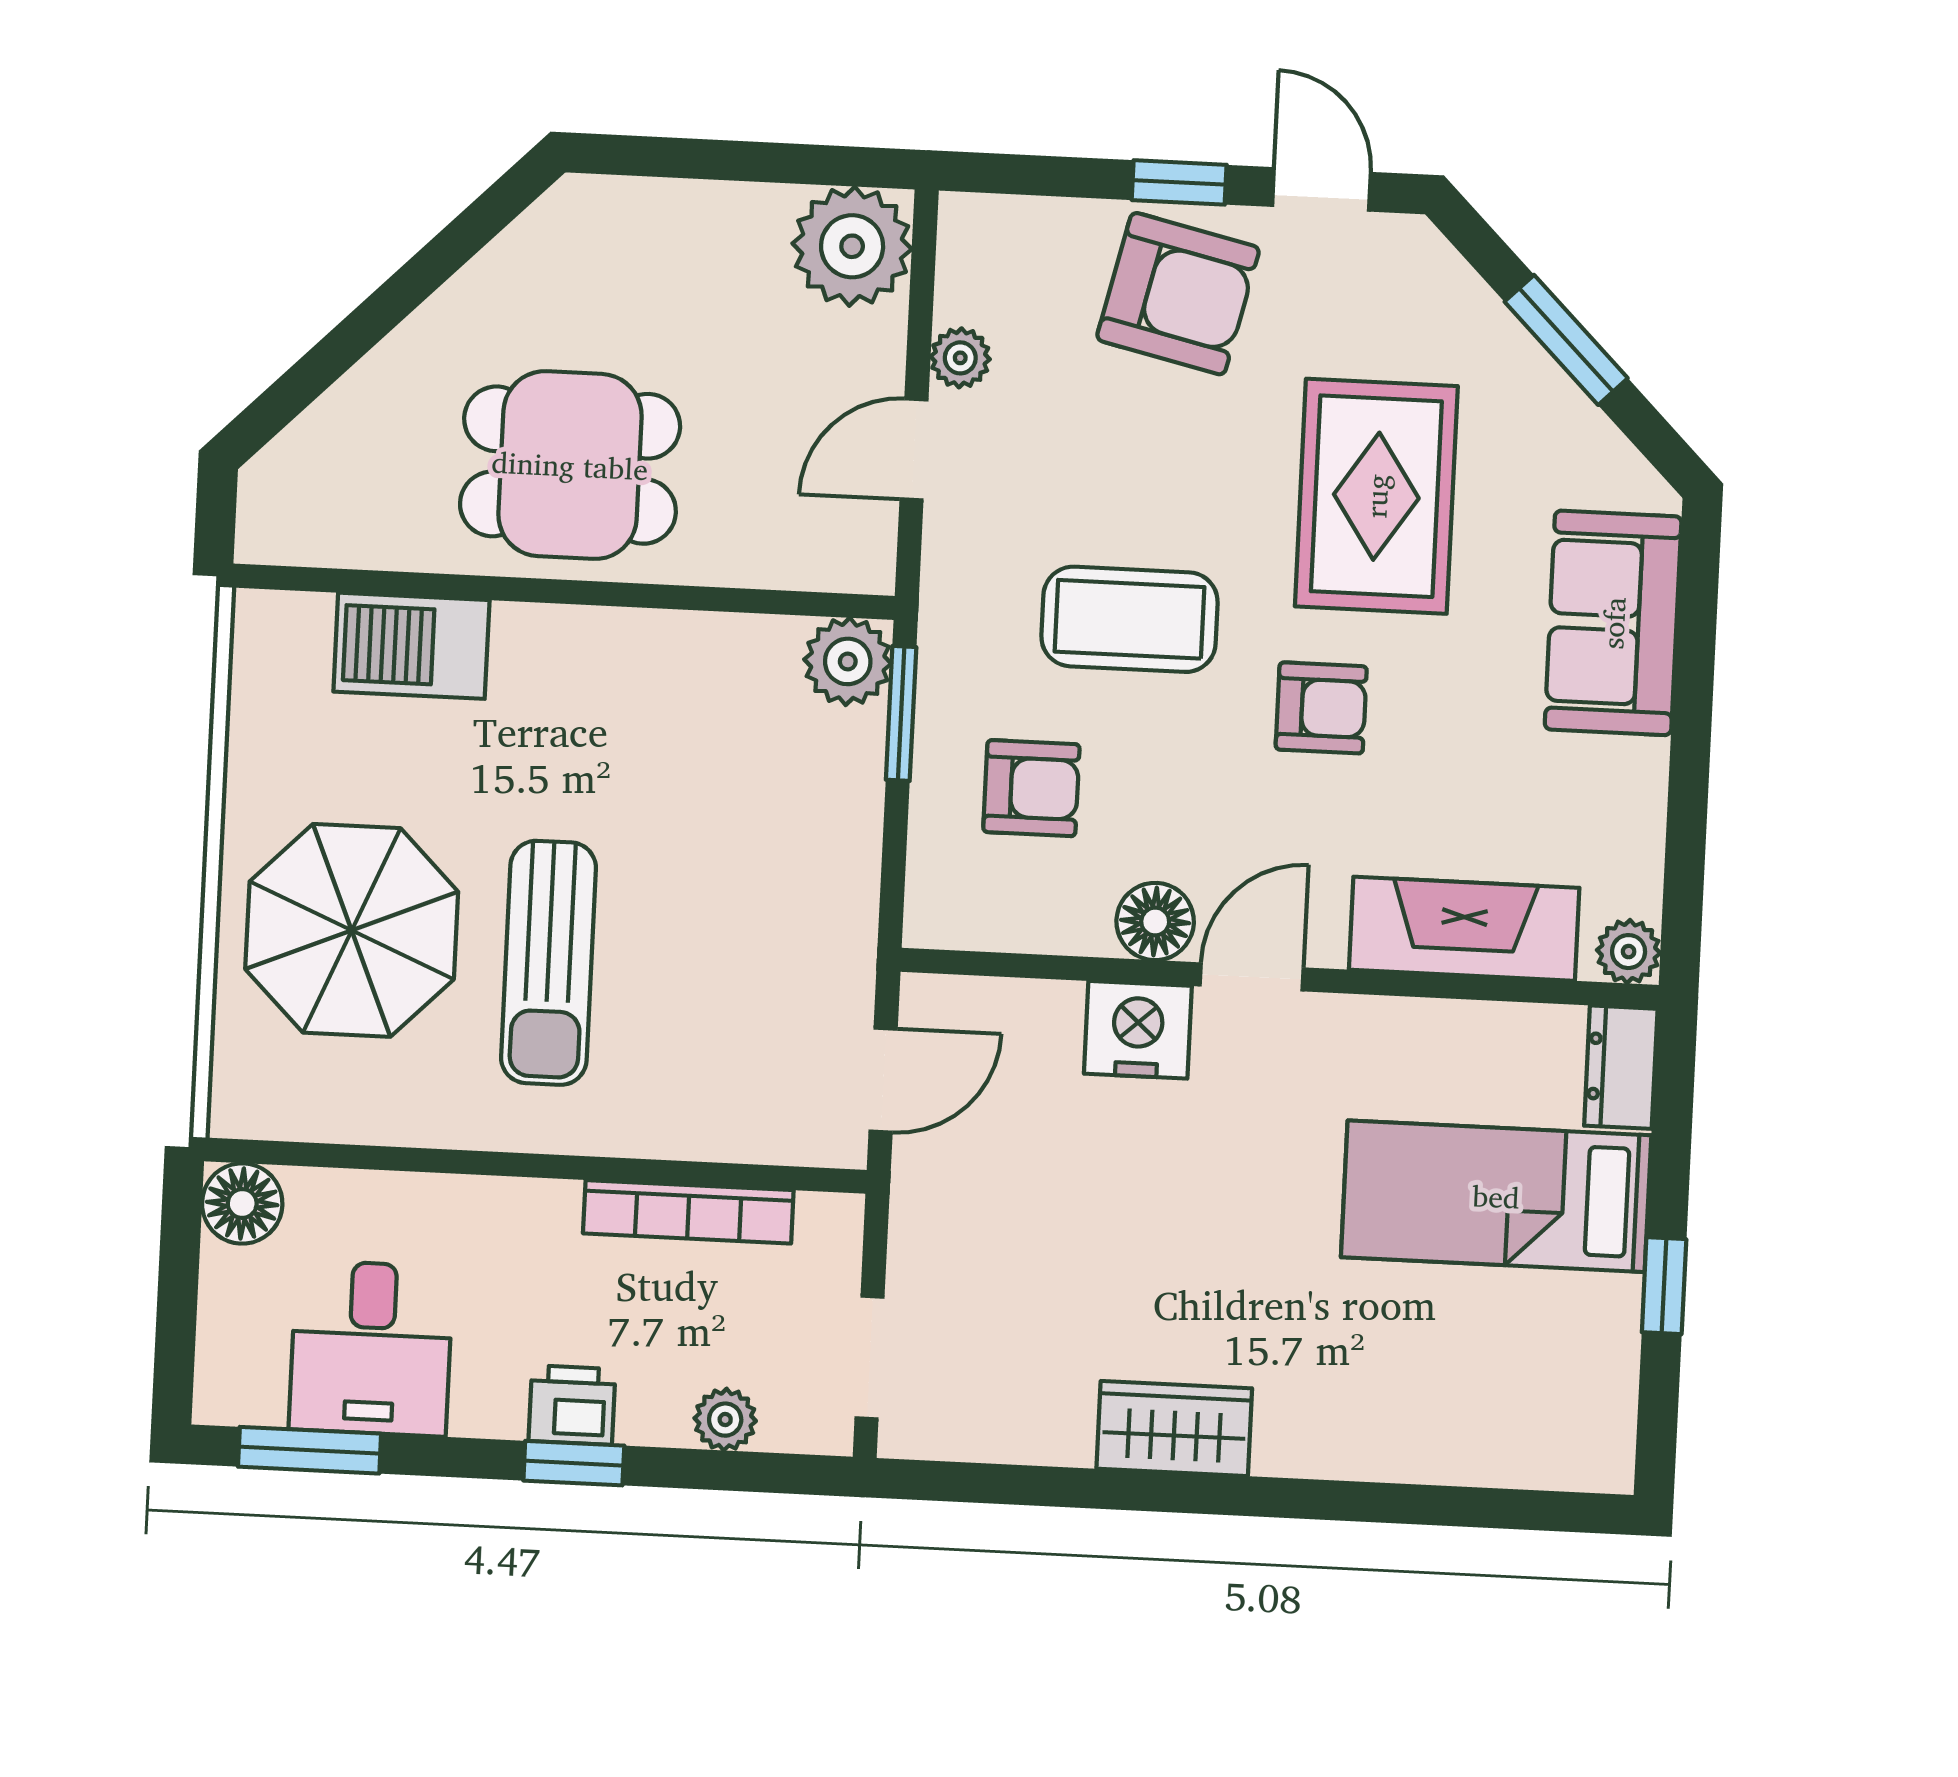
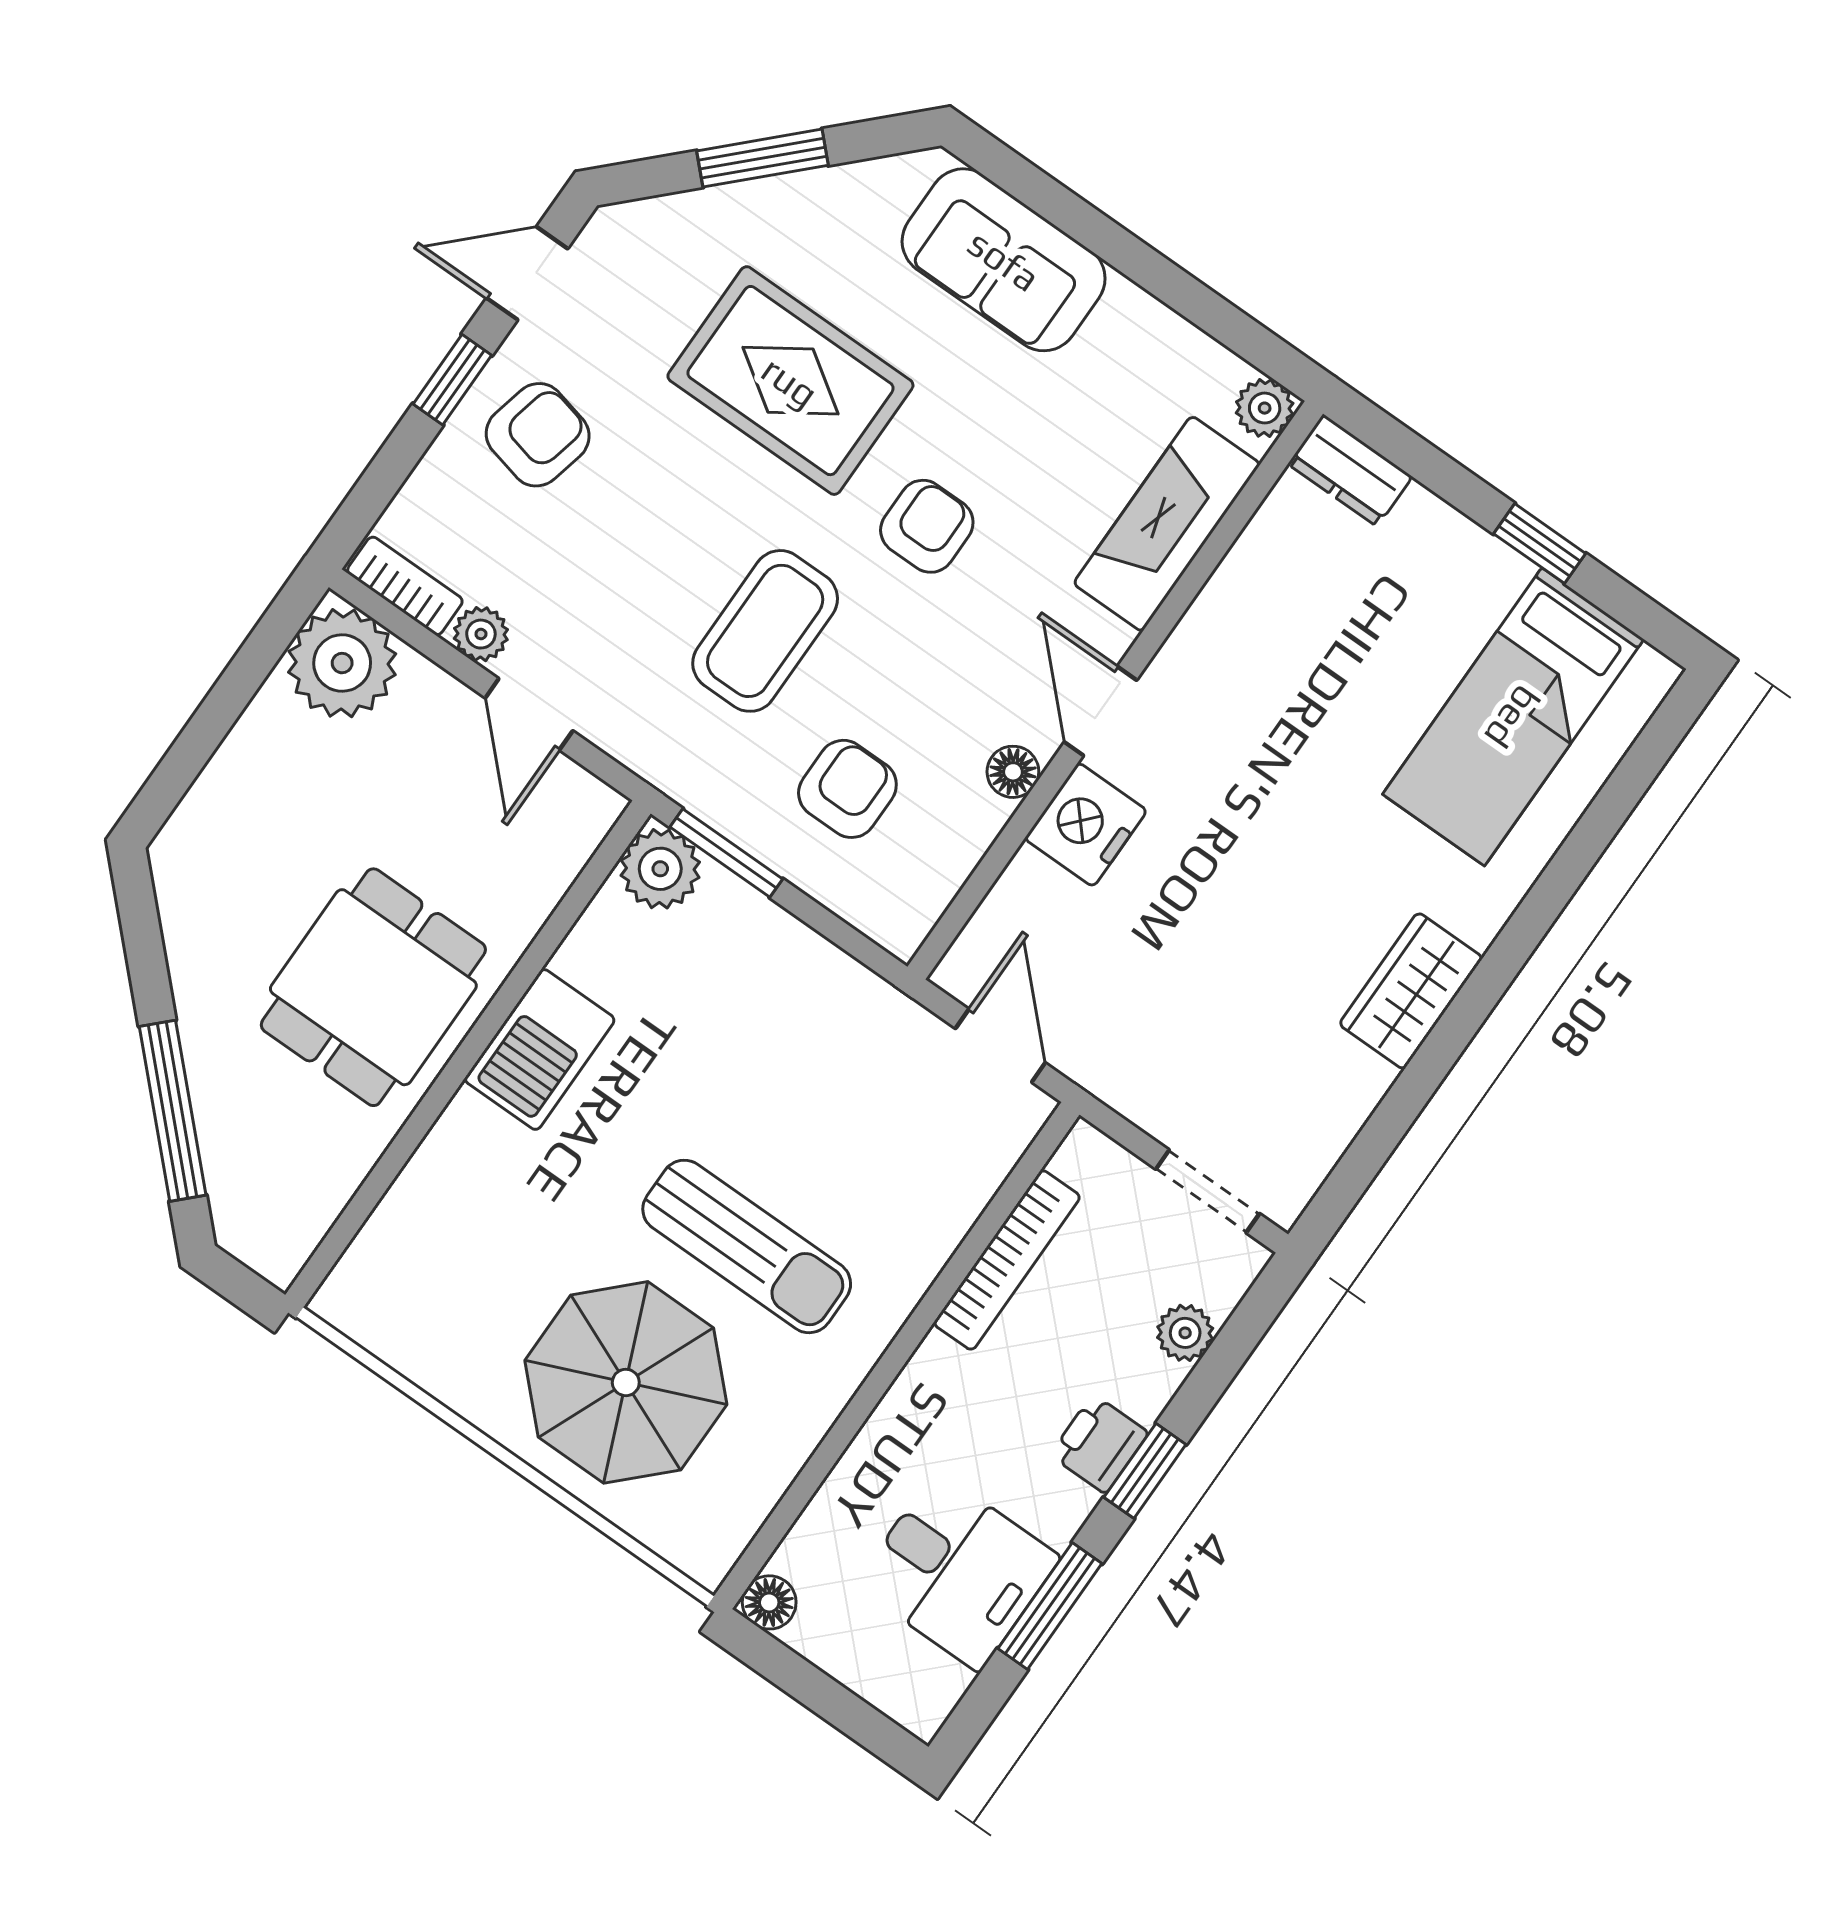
bookcase: (960, 259) -> (405, 586), added
armchair: (1178, 294) -> (538, 435), width x0.72, depth x0.72
window: (338, 351) -> (173, 1111), added
barbecue: (411, 646) -> (540, 1049), moved
floor lamp: (1155, 921) -> (1013, 772), width x0.73, depth x0.73
bed: (1496, 1196) -> (1513, 717), moved
floor lamp: (242, 1204) -> (769, 1602), width x0.73, depth x0.73
window: (310, 1450) -> (1050, 1606), moved

